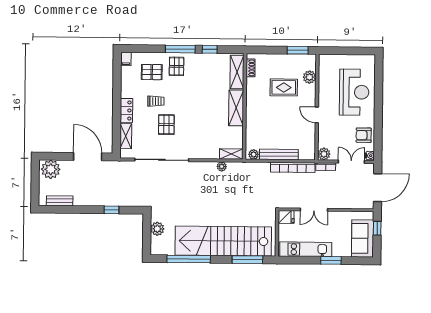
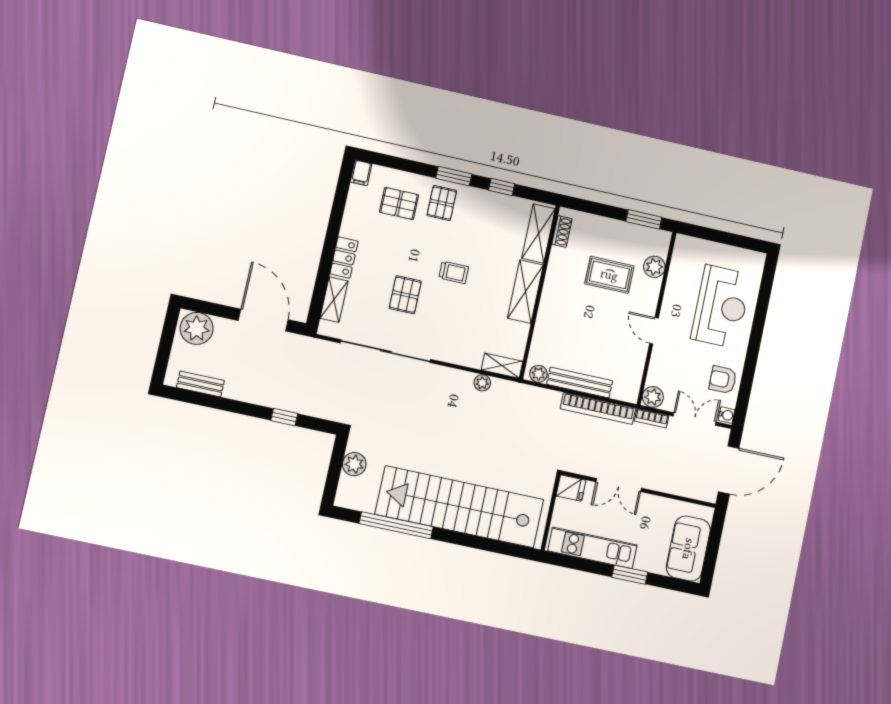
window: (180, 49) -> (454, 176), width x0.69
trolley: (156, 101) -> (454, 272), moved
window: (377, 228) -> (715, 537), removed
window: (247, 260) -> (493, 546), removed

